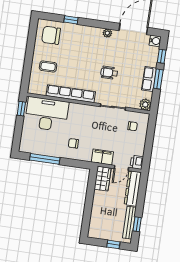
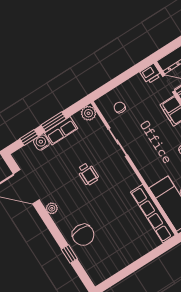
chair: (51, 35) -> (83, 235), moved
water cooler: (155, 41) -> (41, 143), moved
coffee table: (48, 66) -> (133, 237), removed
row of seats: (71, 94) -> (153, 214), moved

